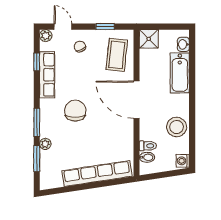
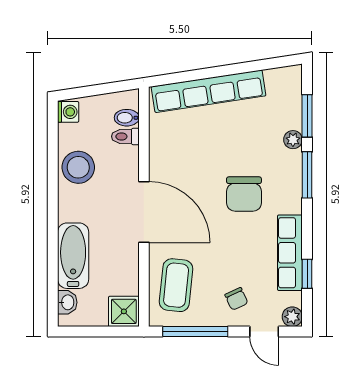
window: (105, 27) -> (195, 331), width x2.17

